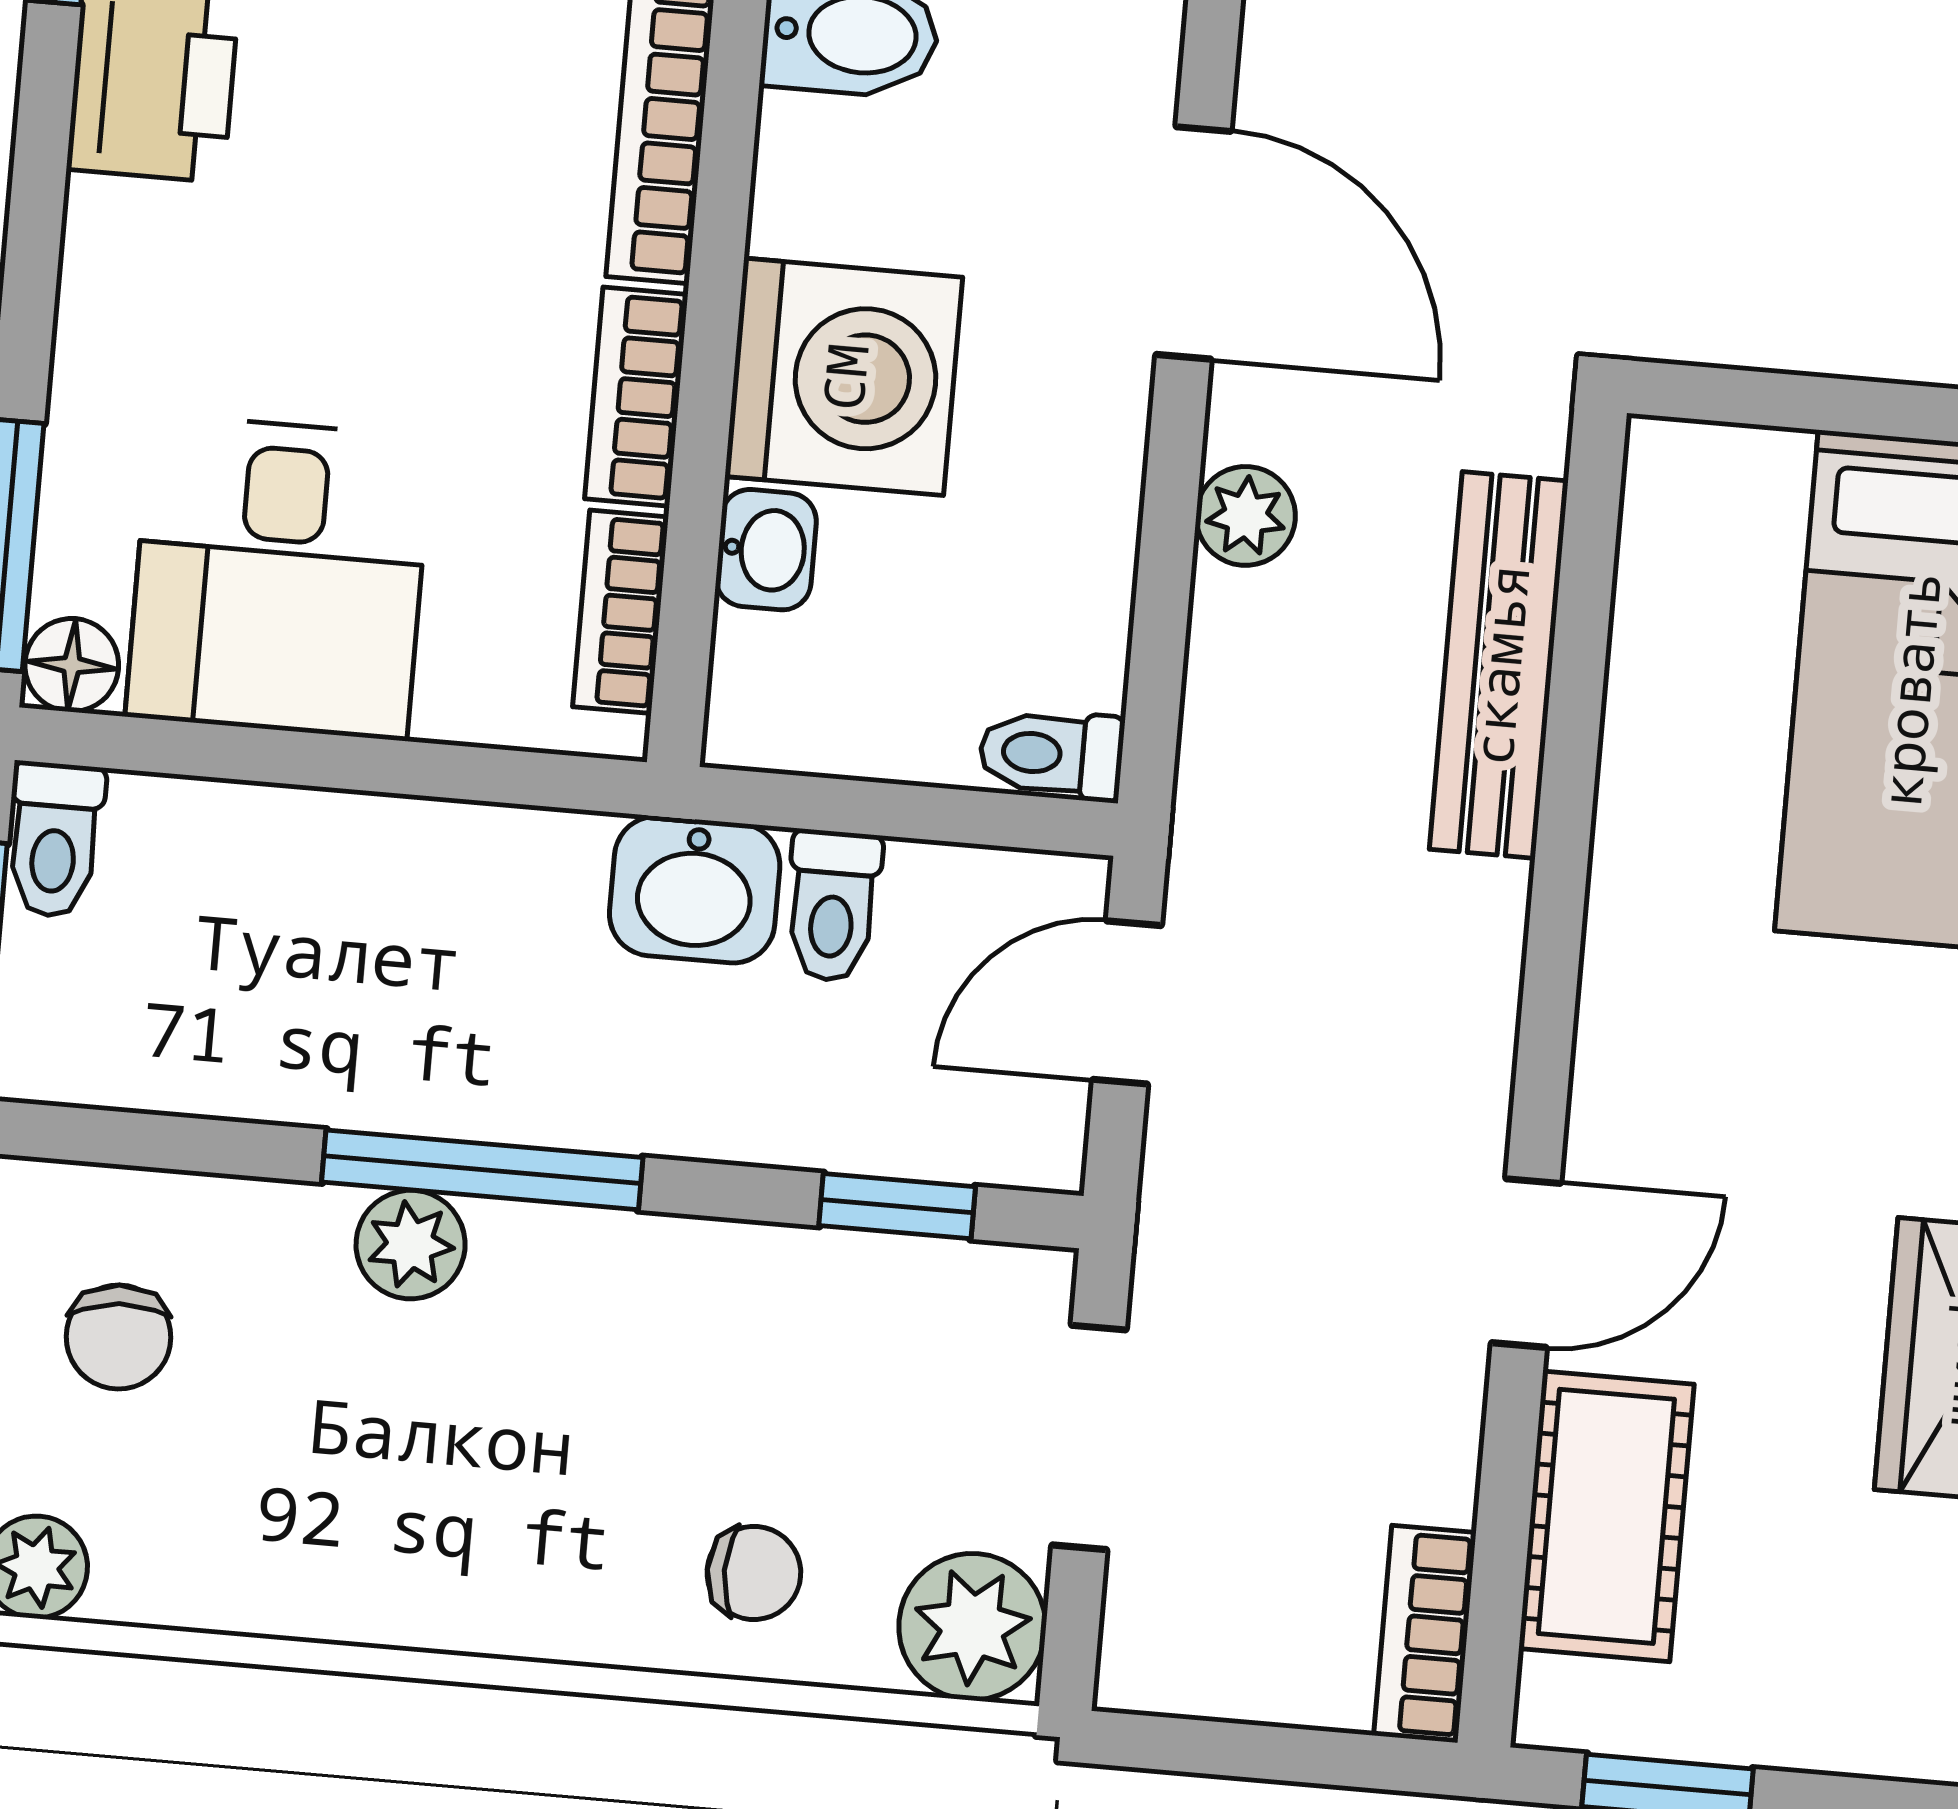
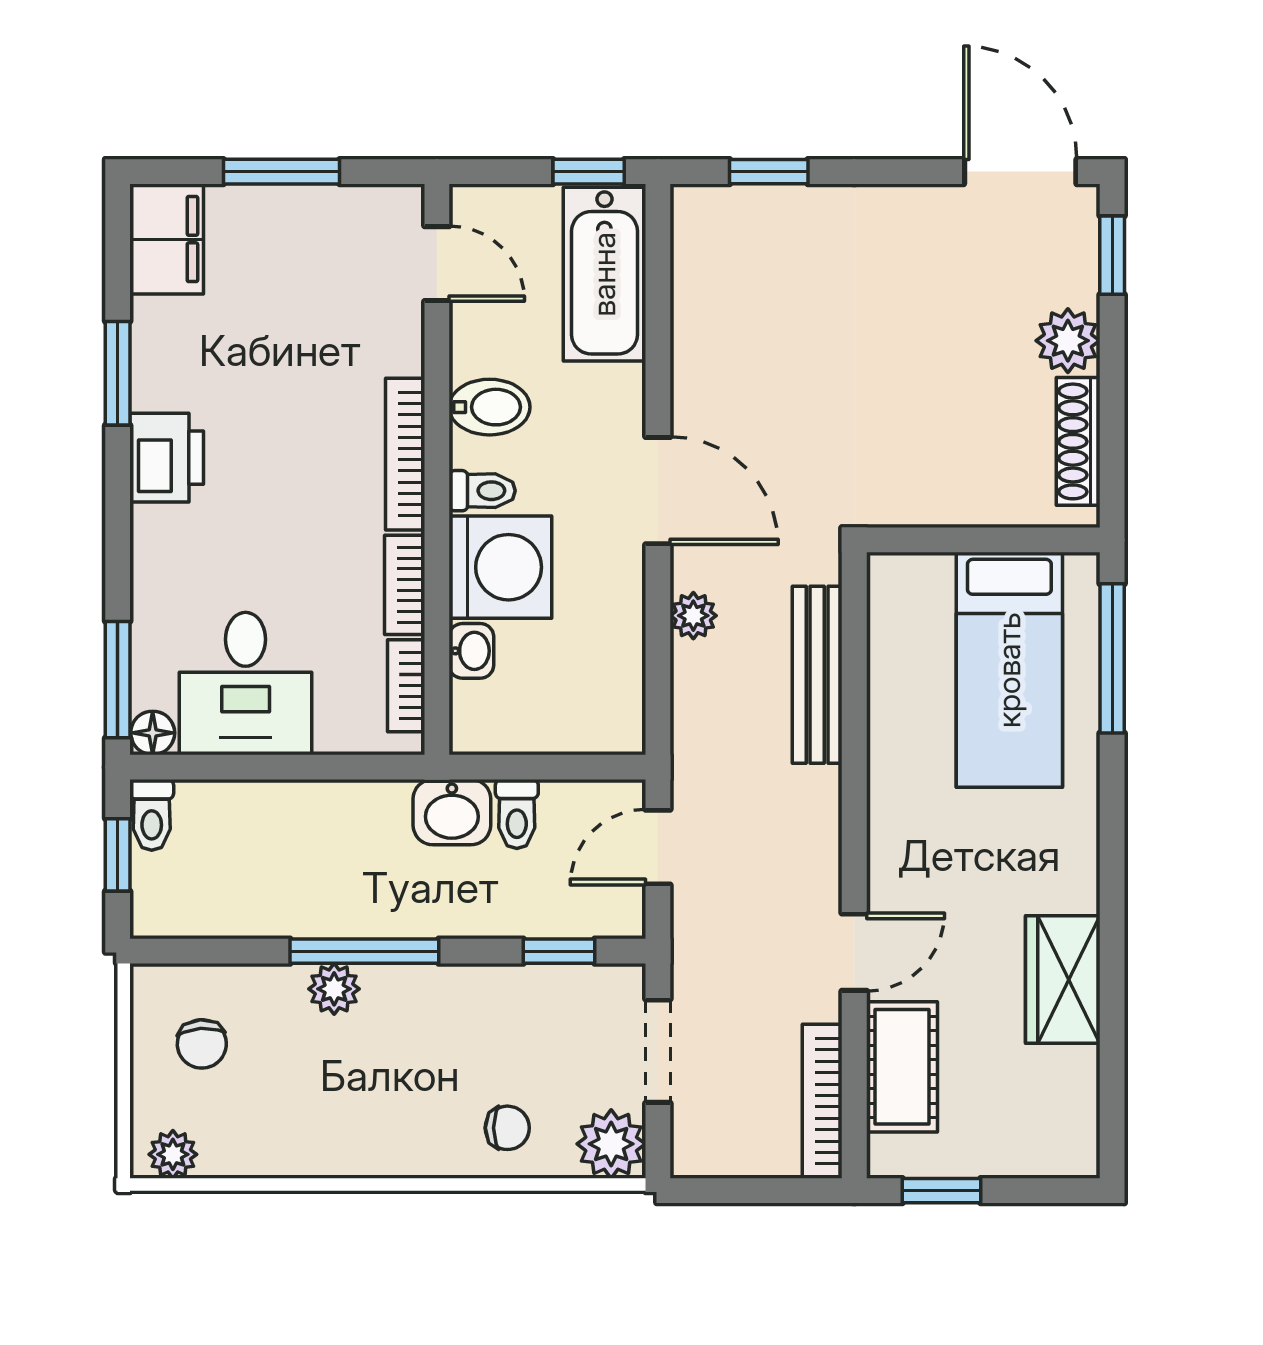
toilet: (1051, 754) -> (482, 491), moved, turned 180
bookcase: (1425, 1634) -> (822, 1101), width x1.56

